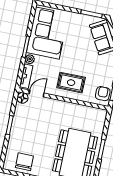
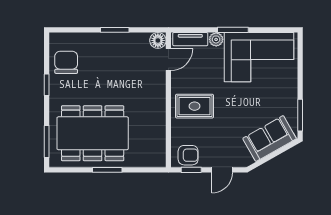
rug: (71, 83) -> (195, 106), turned 90
door: (37, 94) -> (168, 59), hinge flipped
chair: (24, 162) -> (66, 62), turned -90

